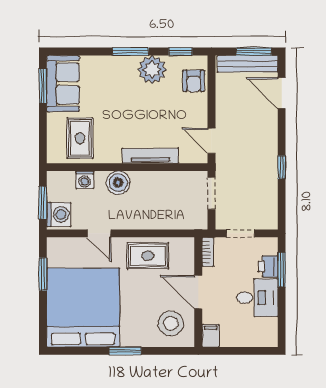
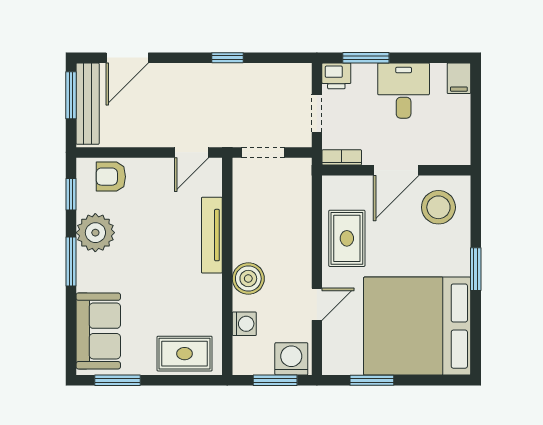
armchair: (194, 81) -> (111, 177), turned 180
sofa: (63, 84) -> (98, 331), moved, turned 90
rug: (80, 138) -> (185, 354), moved
printer: (268, 266) -> (336, 76), moved
filing cabinet: (211, 336) -> (459, 78), moved, turned -90

